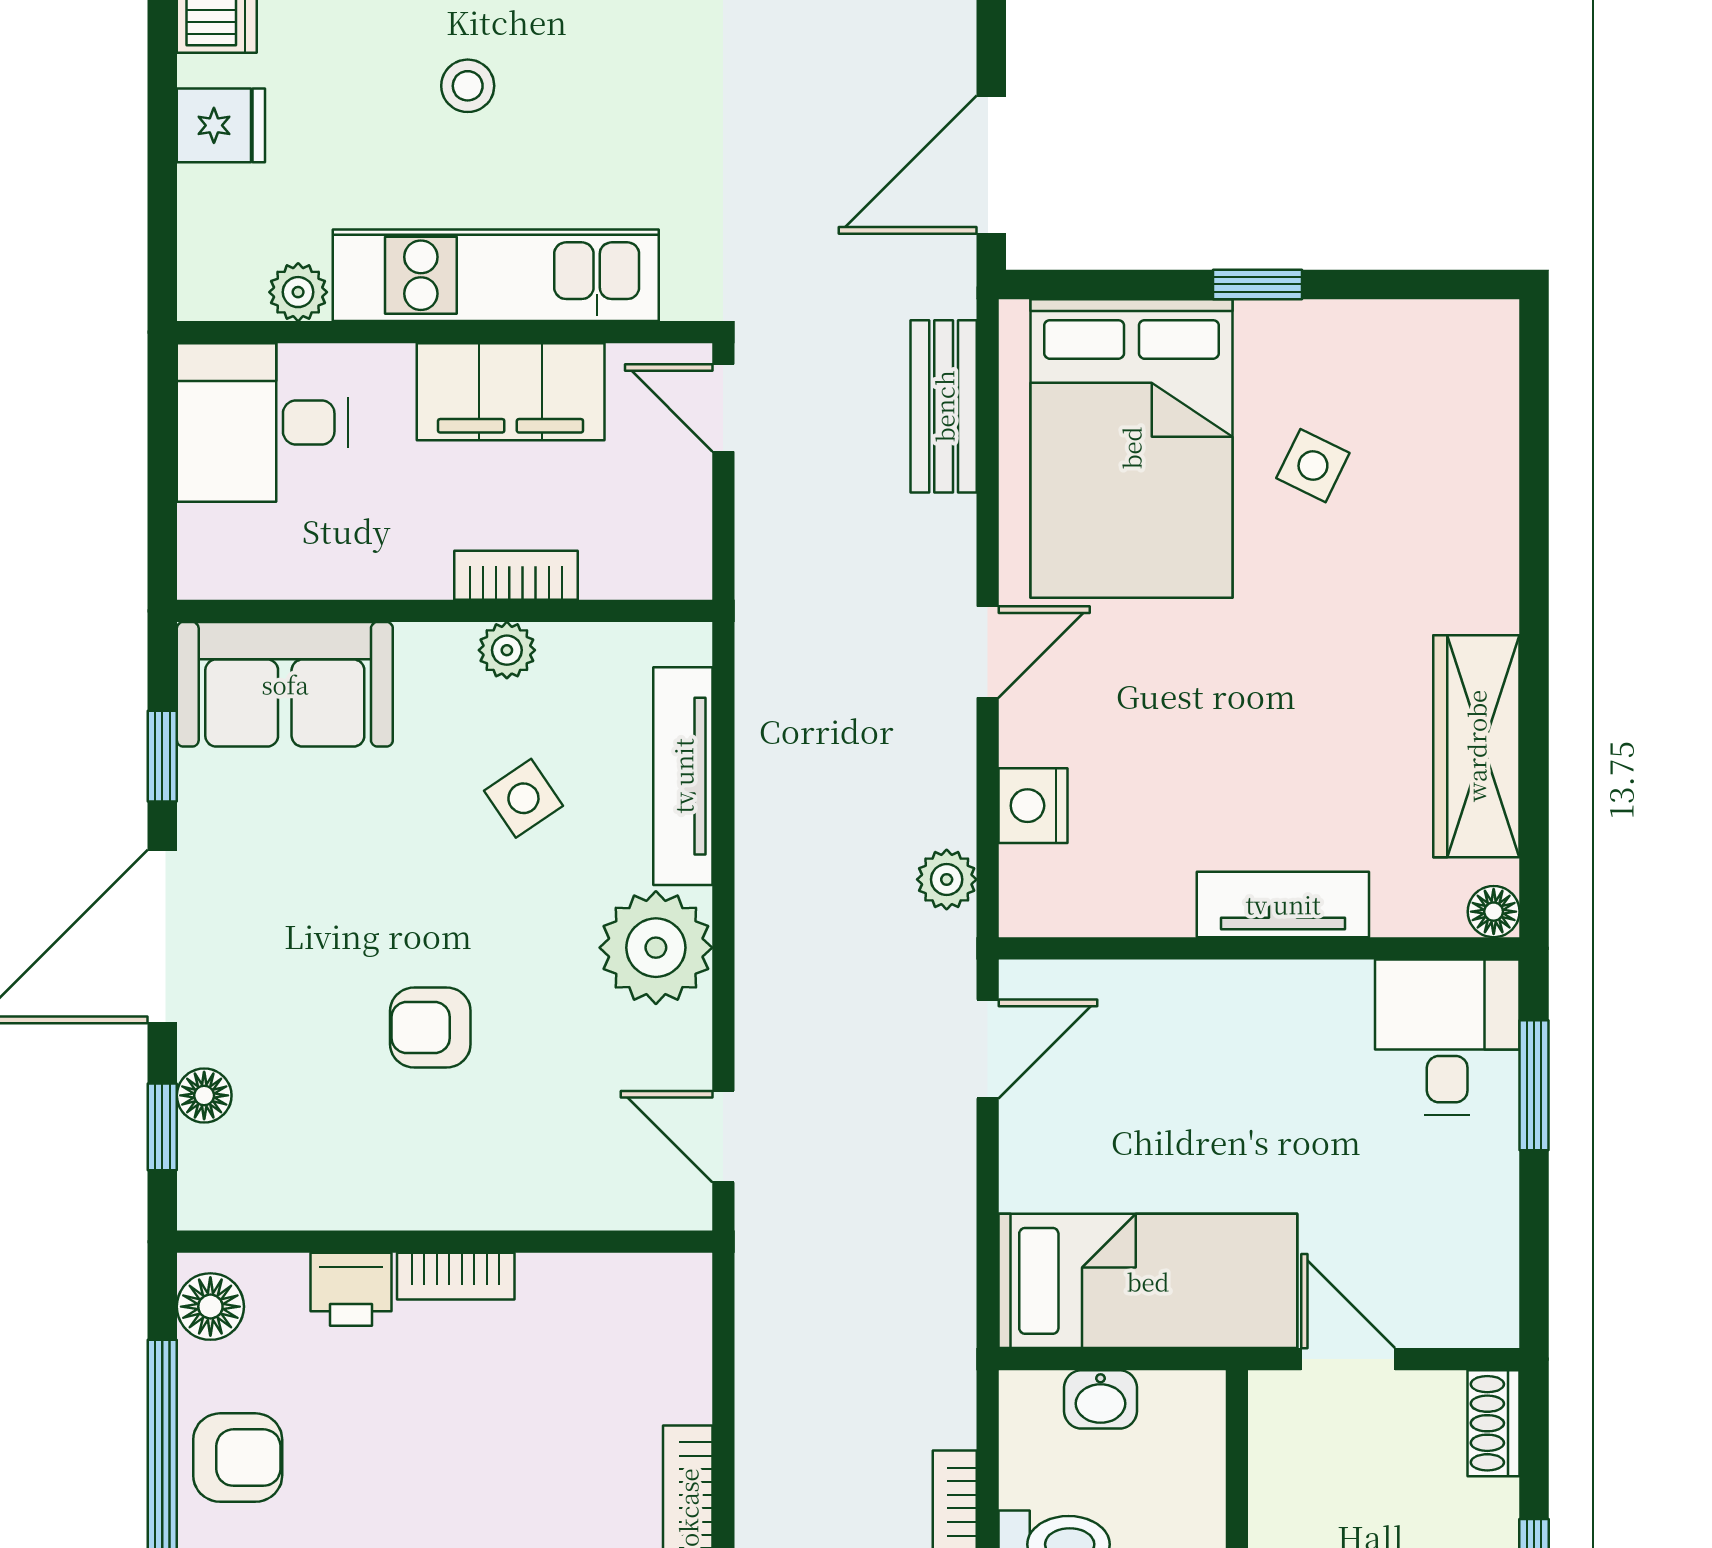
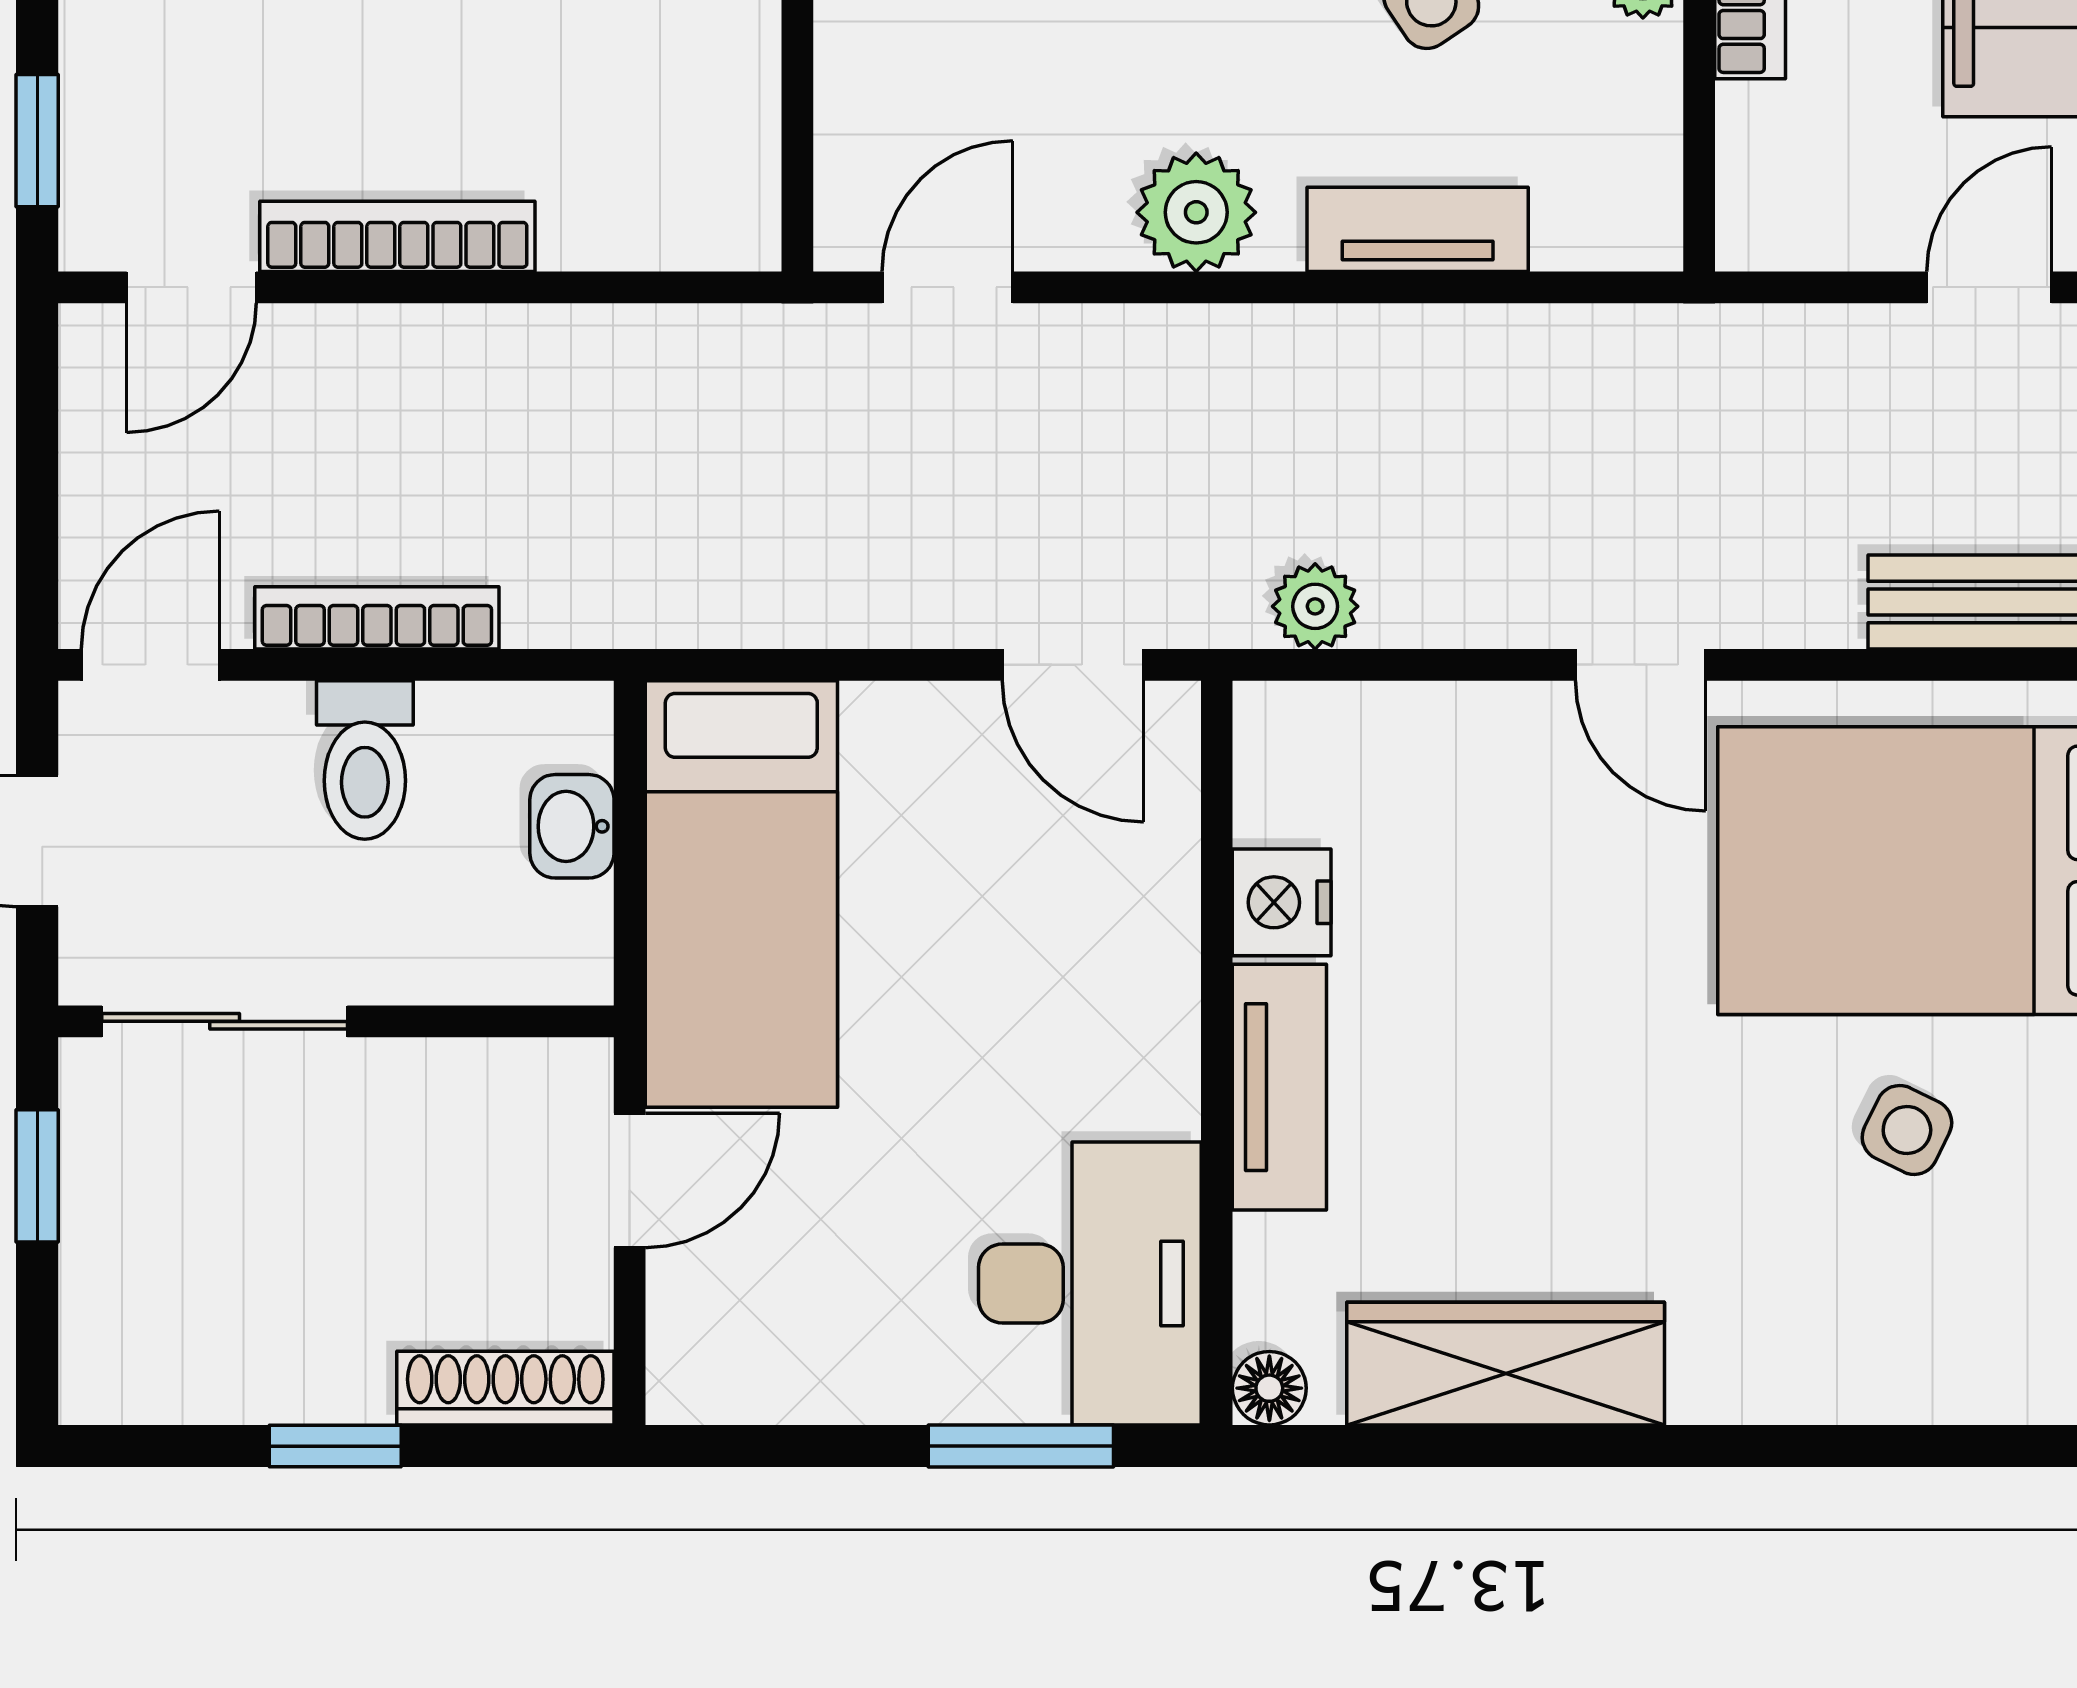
tv unit: (683, 776) -> (1418, 229), width x0.71
nightstand: (1033, 806) -> (1282, 902), moved, turned -90
plant: (656, 948) -> (1196, 212), width x0.73, depth x0.73
desk: (1447, 1037) -> (1090, 1283), width x1.37
shoe rack: (1494, 1423) -> (505, 1388), width x1.43

